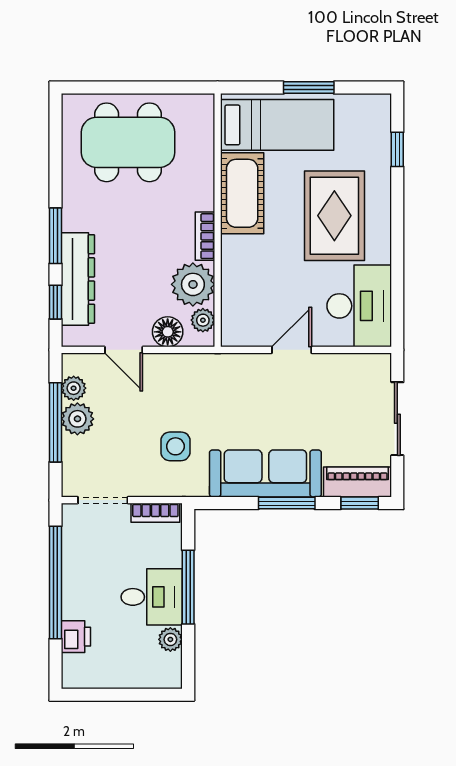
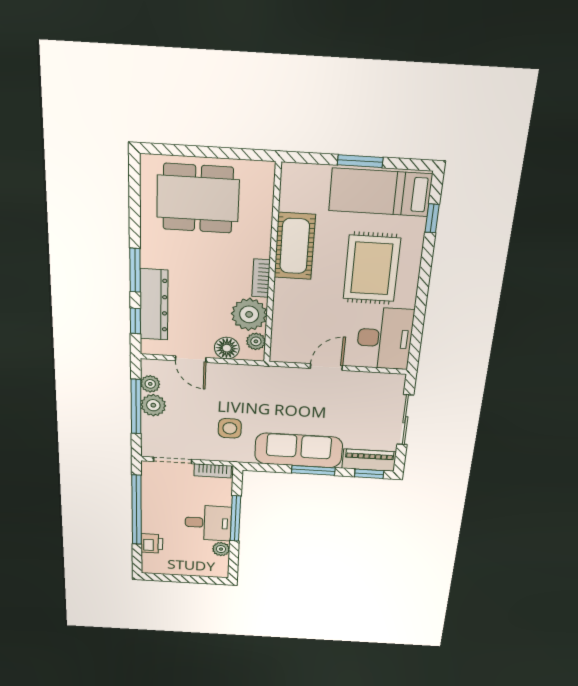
bed: (277, 125) -> (380, 192), moved, turned 180

